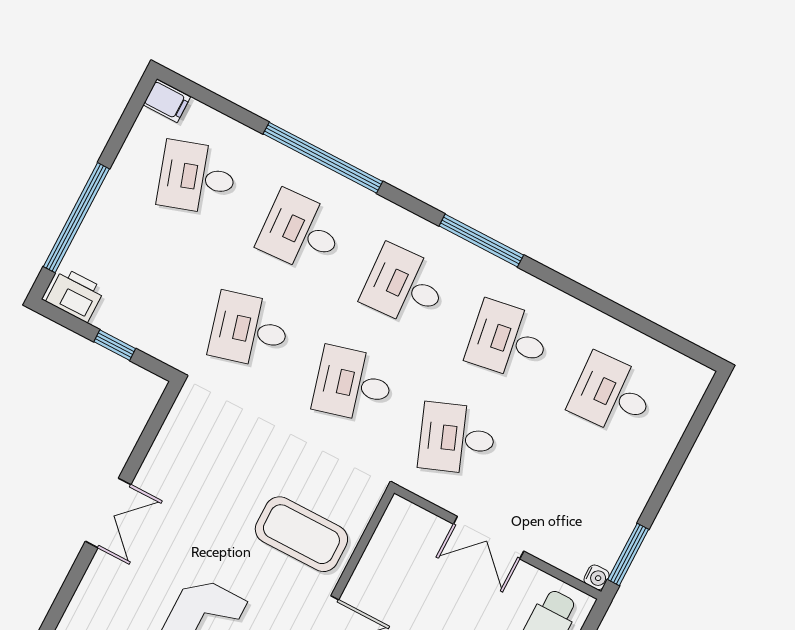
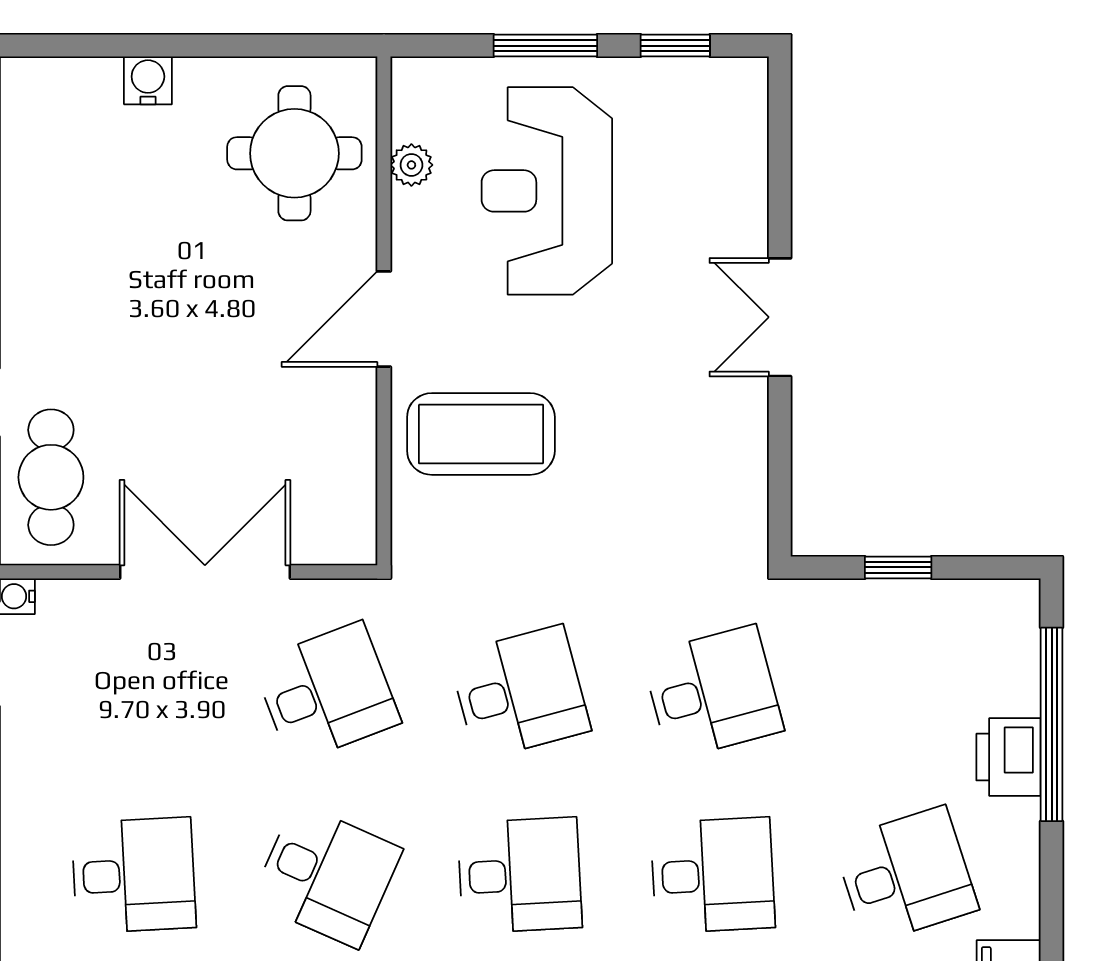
printer: (75, 295) -> (1008, 757), moved, turned 90
desk: (508, 340) -> (327, 875), turned 33
double door: (489, 538) -> (205, 572), width x1.37

